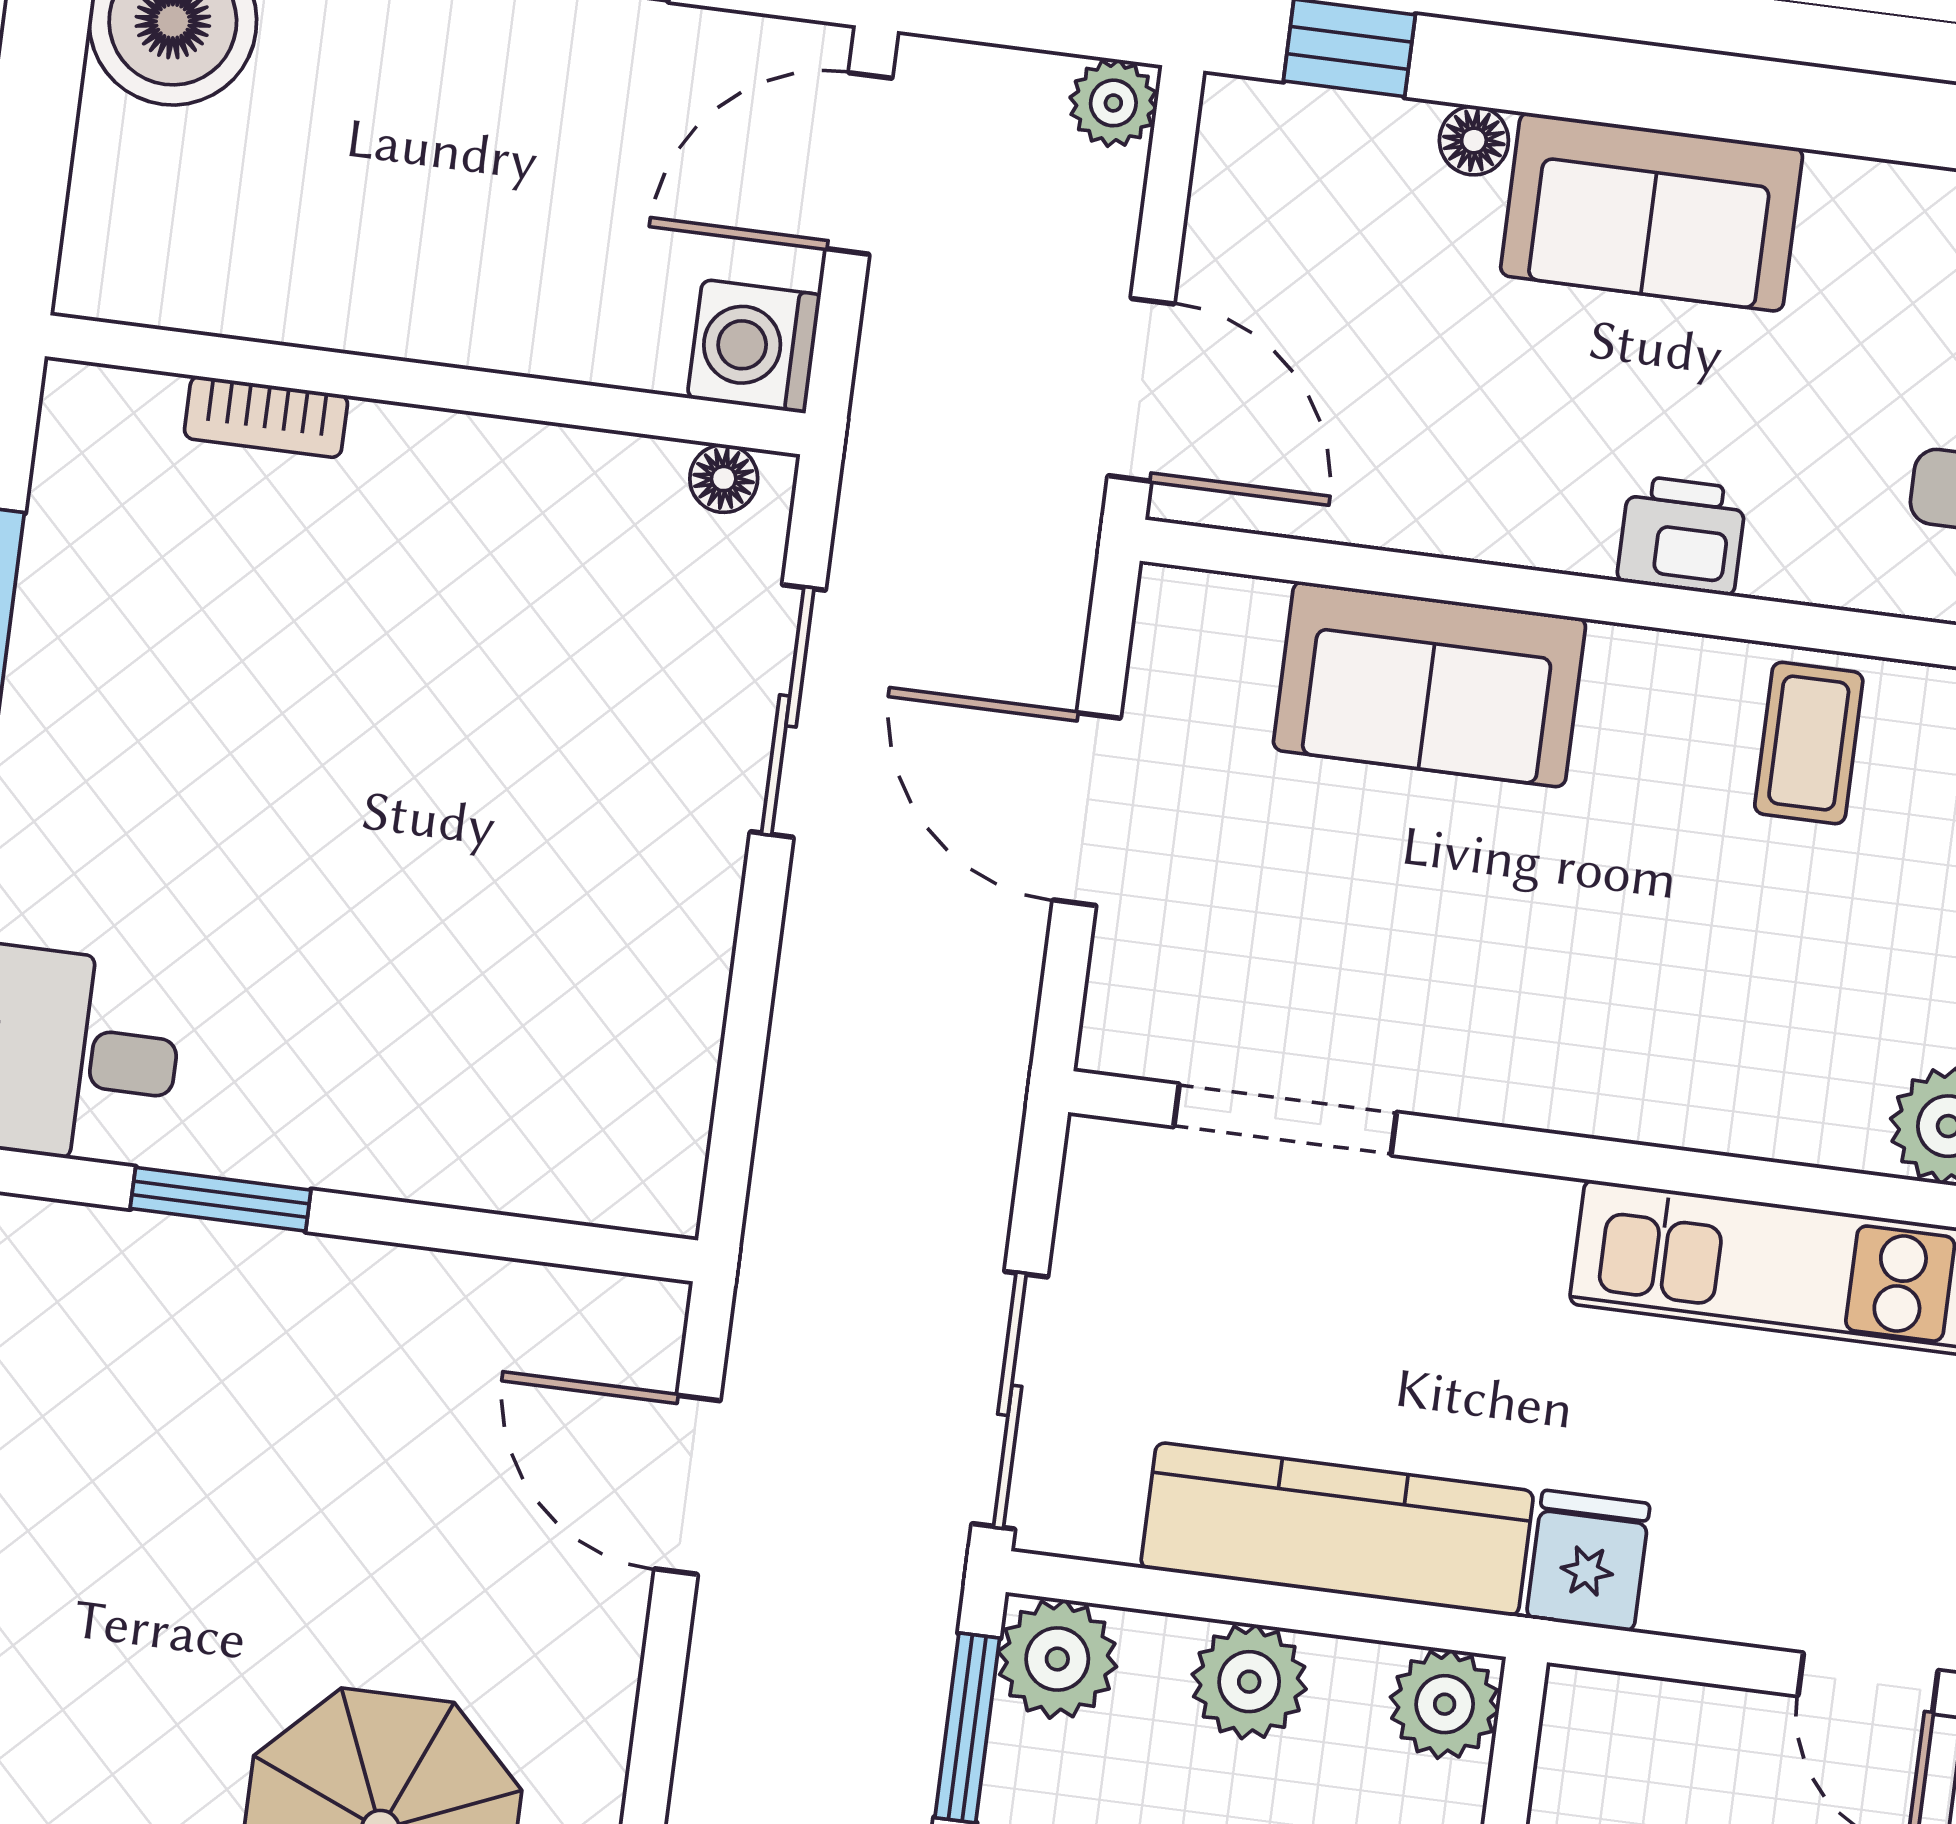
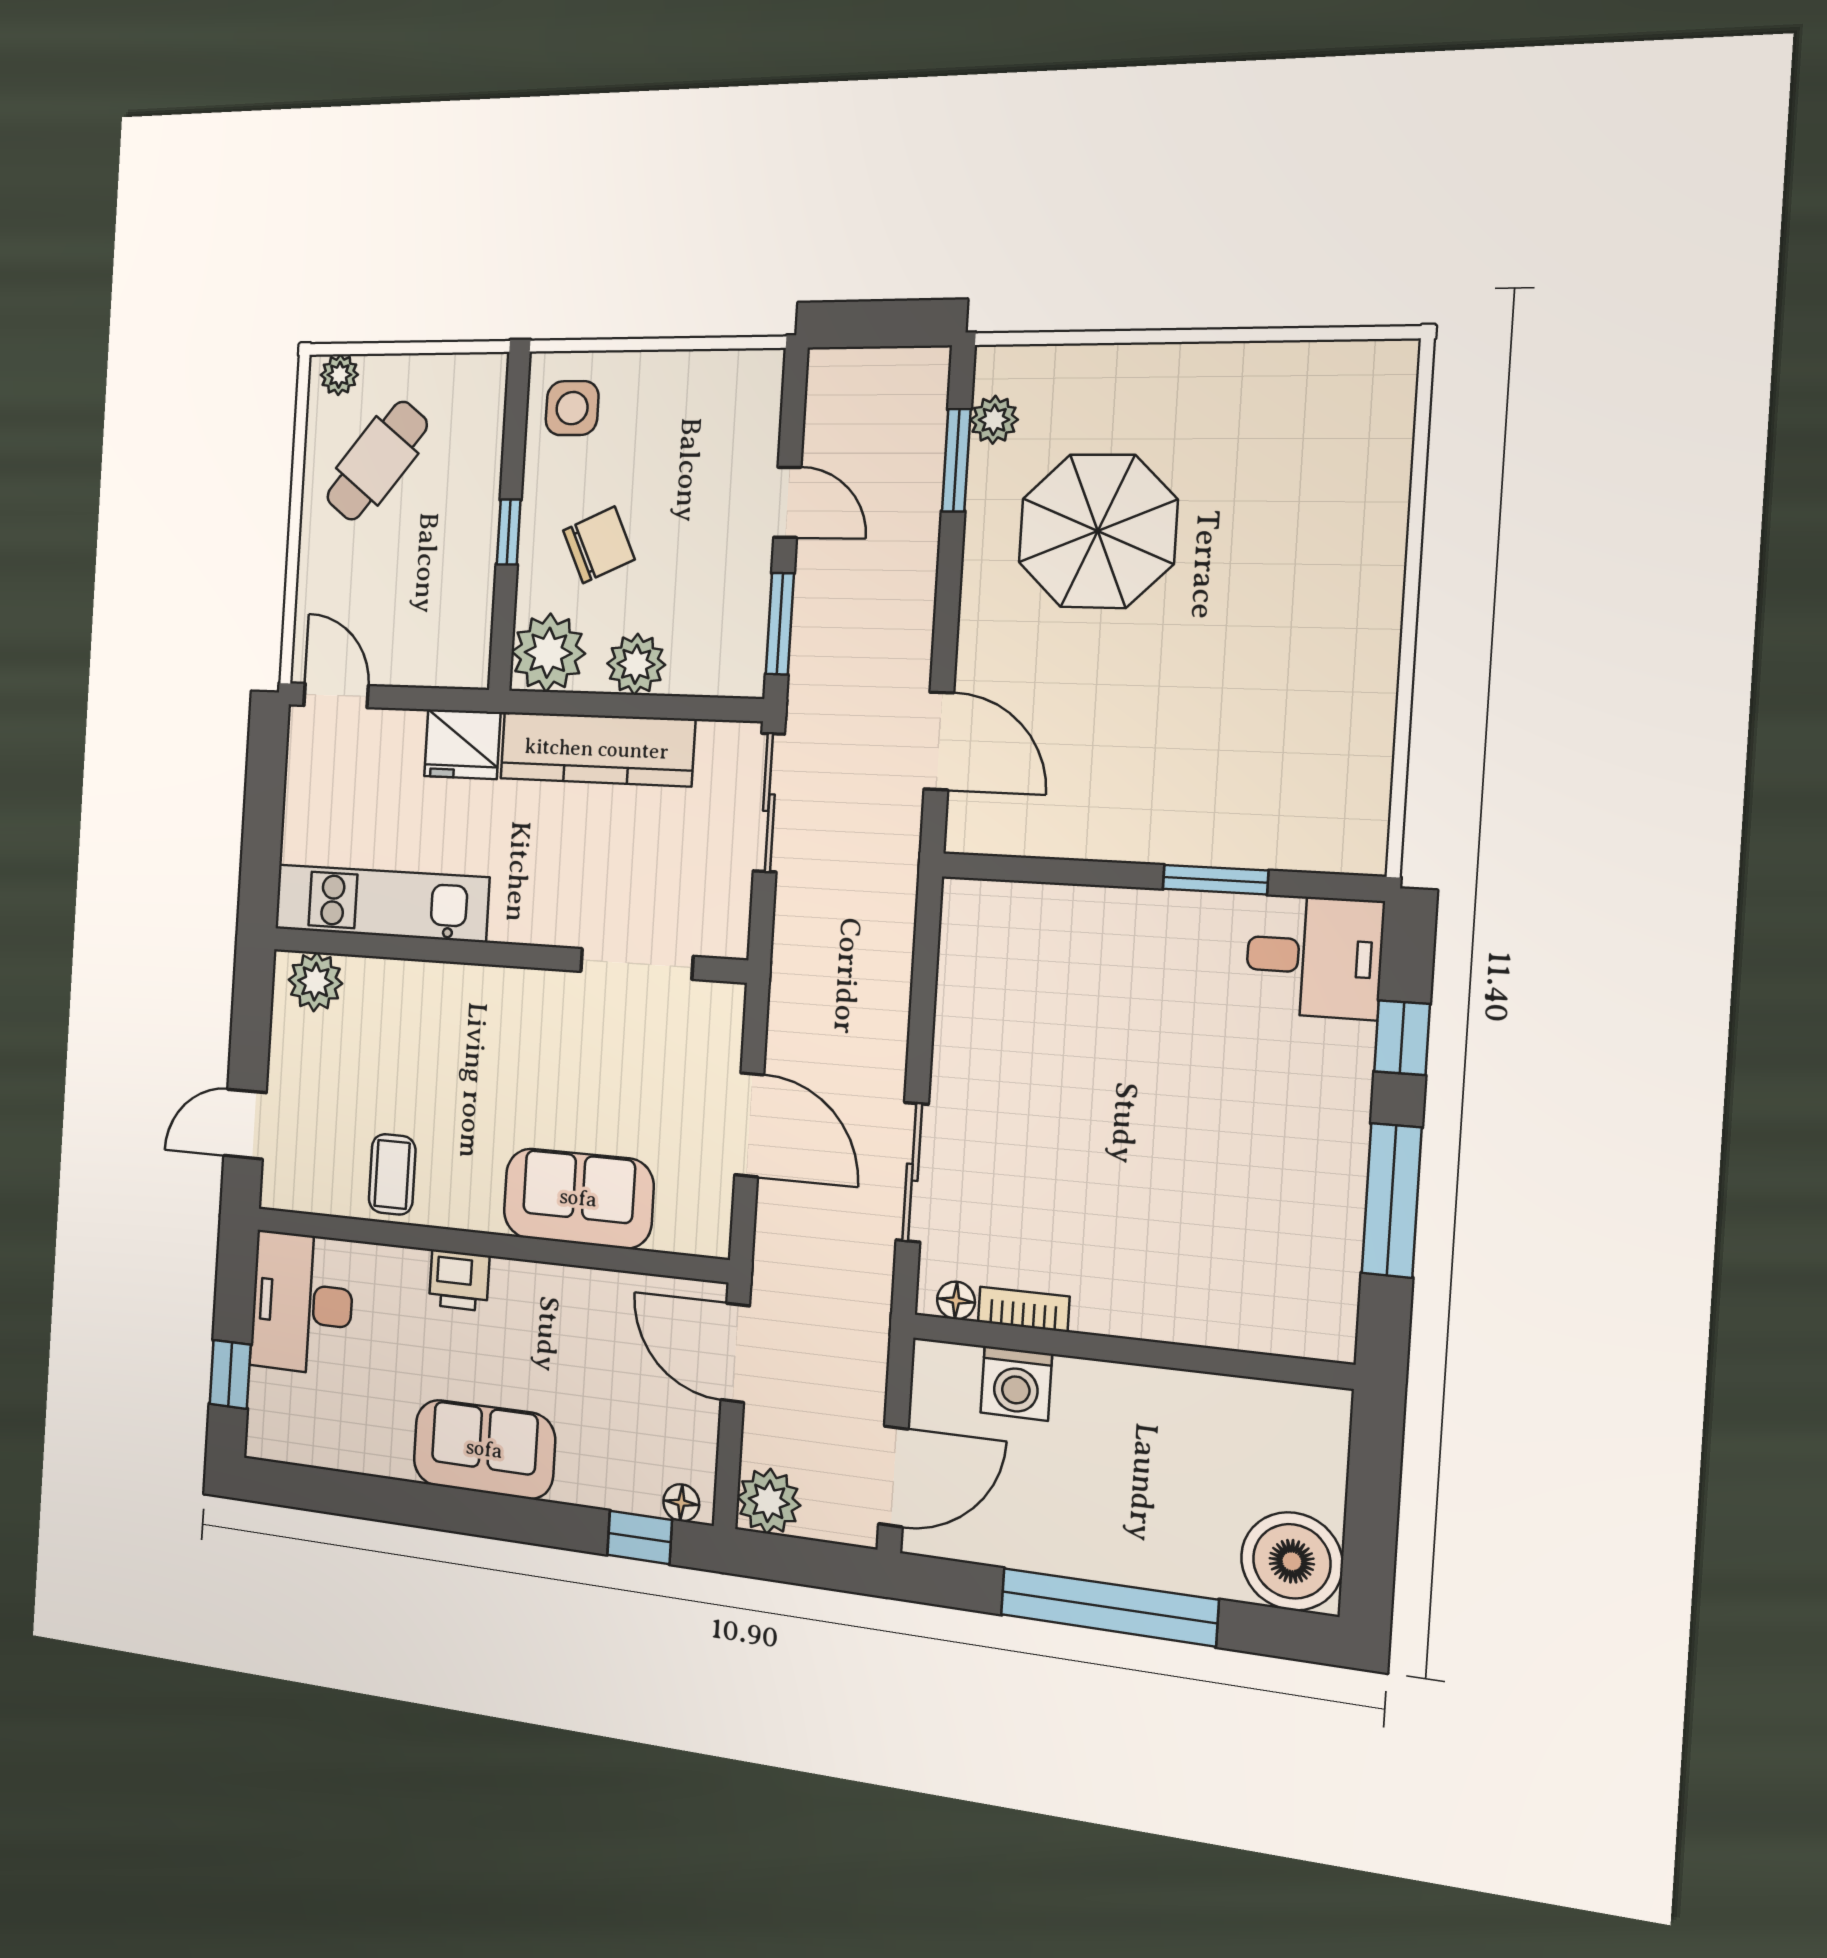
plant: (1113, 103) -> (769, 1501), width x1.38, depth x1.38
floor lamp: (1474, 140) -> (681, 1503), moved
washing machine: (754, 346) -> (1016, 1383), moved, turned 90
bookcase: (266, 417) -> (1024, 1309), moved
fridge: (1588, 1561) -> (462, 744), width x1.38
plant: (1057, 1659) -> (735, 666), removed
plant: (1445, 1704) -> (548, 653), width x1.36, depth x1.36

